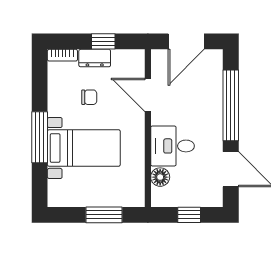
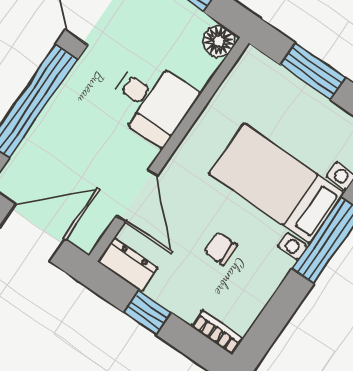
dresser: (95, 58) -> (128, 265), moved
floor lamp: (160, 177) -> (219, 41), moved

